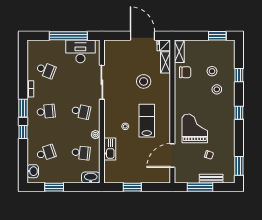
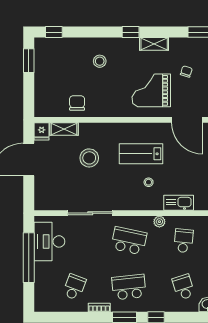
shelving: (179, 52) -> (154, 44), moved
stool: (212, 71) -> (76, 68), removed
window: (239, 75) -> (54, 32), moved
school desk: (46, 111) -> (129, 287), width x1.85
school desk: (81, 111) -> (129, 241), width x1.85

